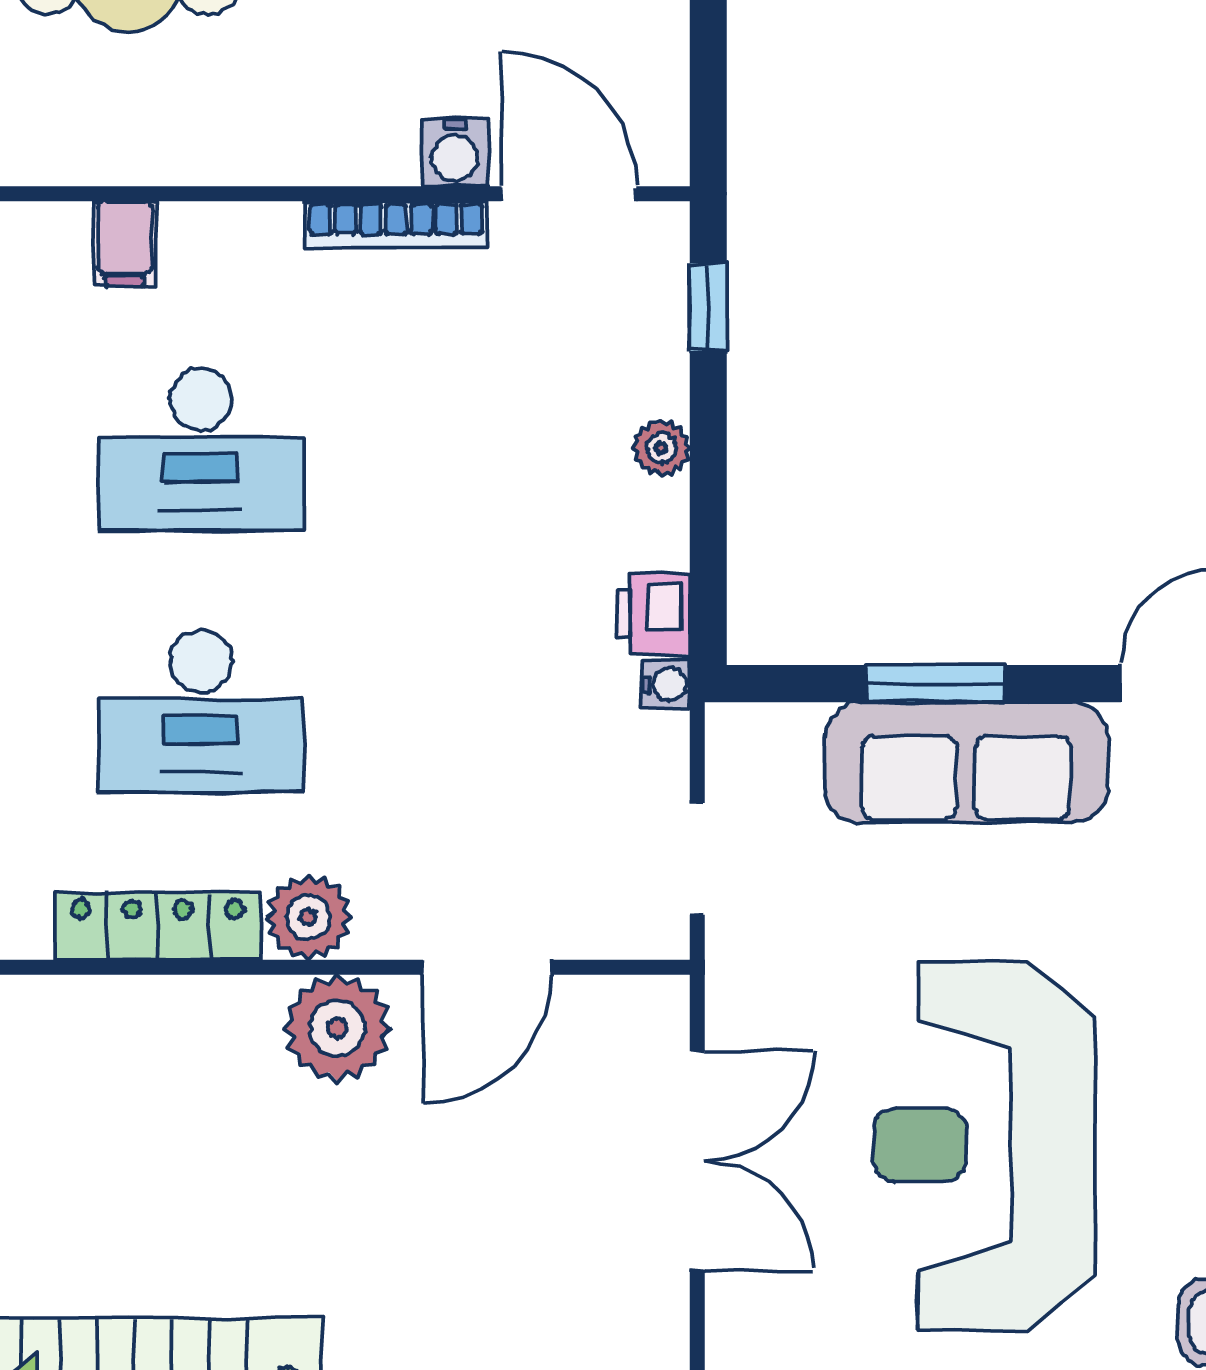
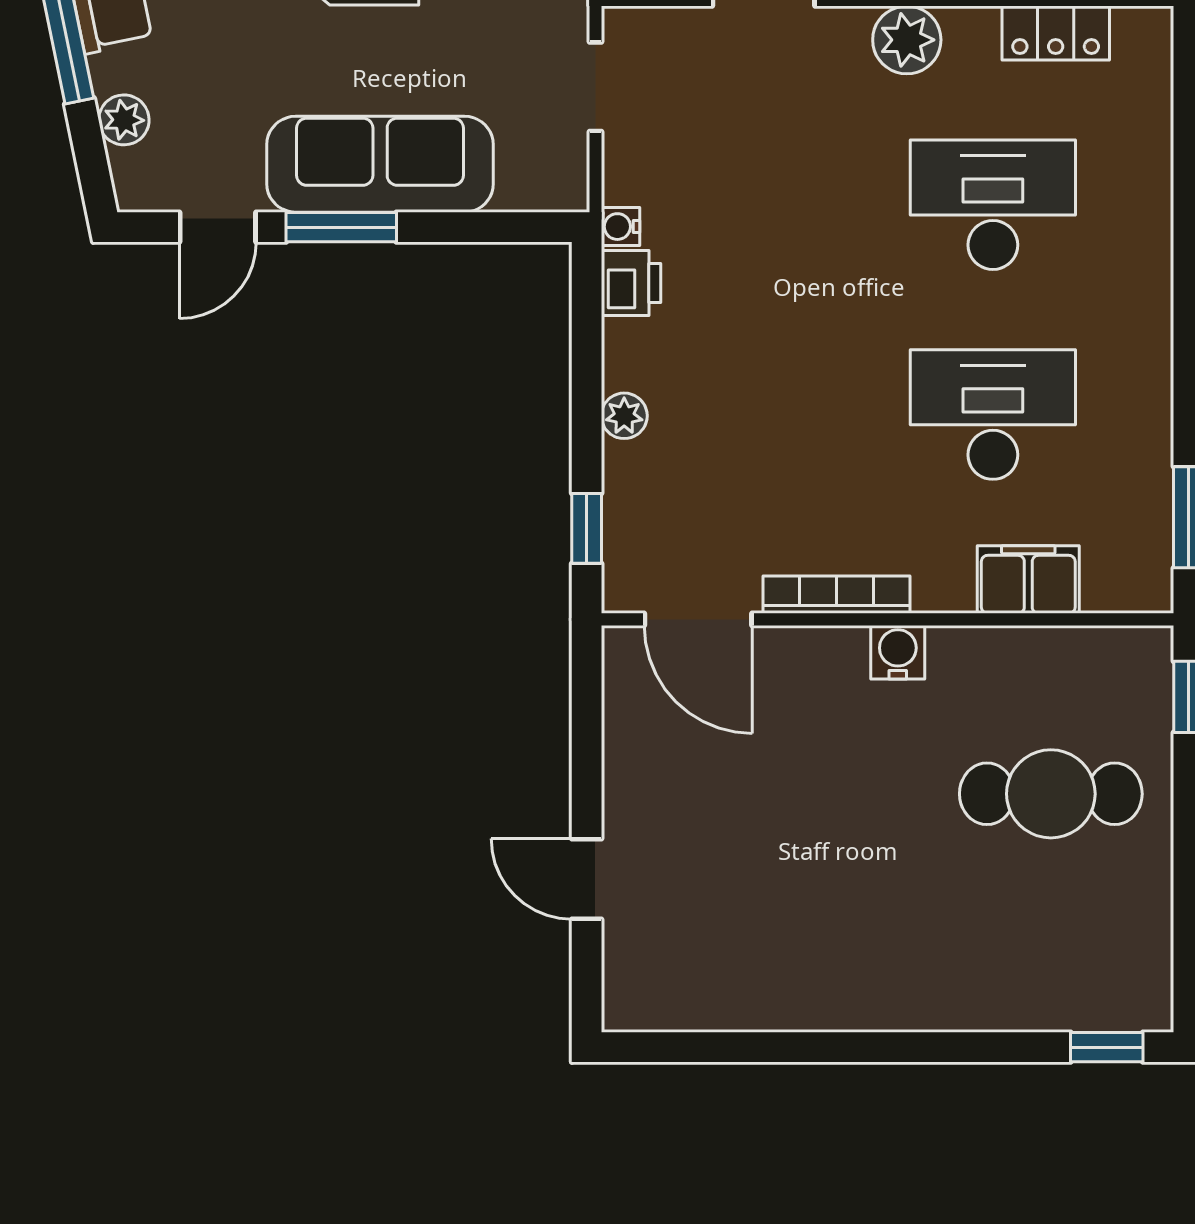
water cooler: (455, 153) -> (898, 652), moved
filing cabinet: (125, 243) -> (1028, 580), width x2.00
window: (935, 684) -> (341, 227), moved
locker: (158, 926) -> (1056, 33), width x0.66

